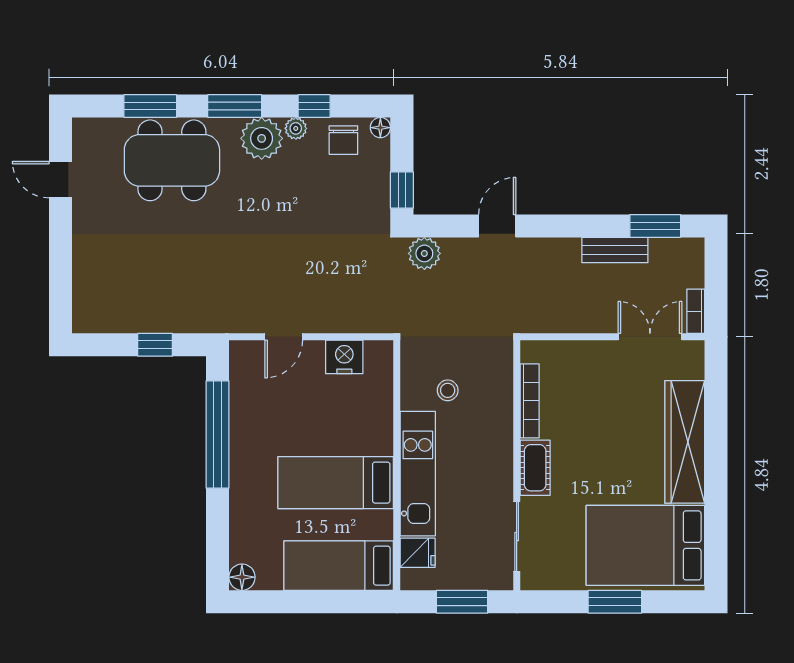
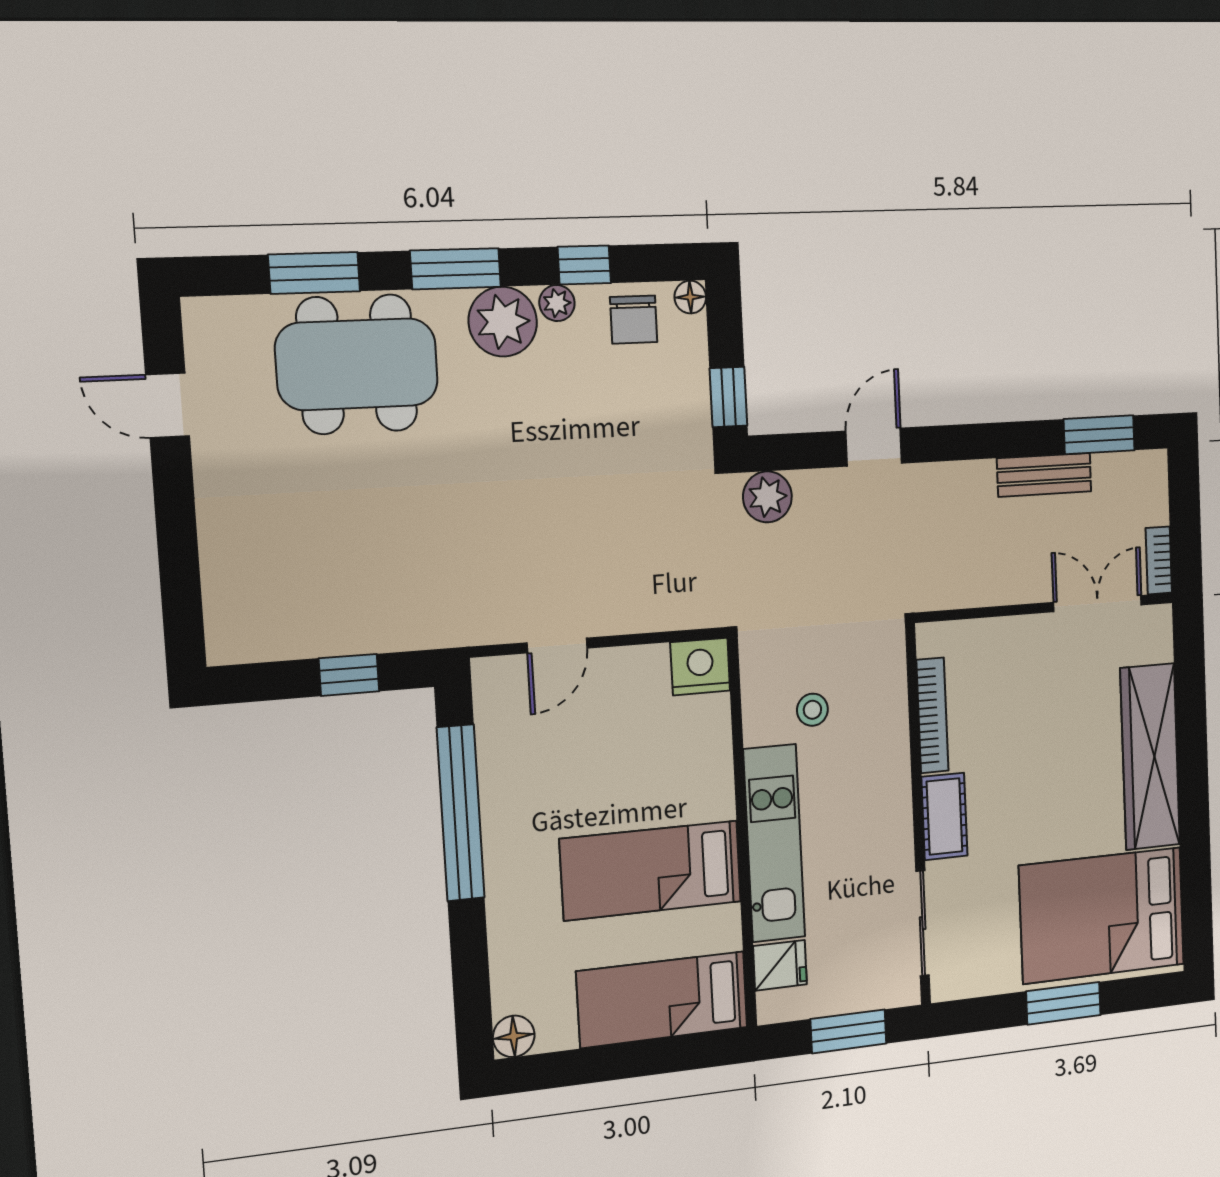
nightstand: (344, 357) -> (700, 667), moved

